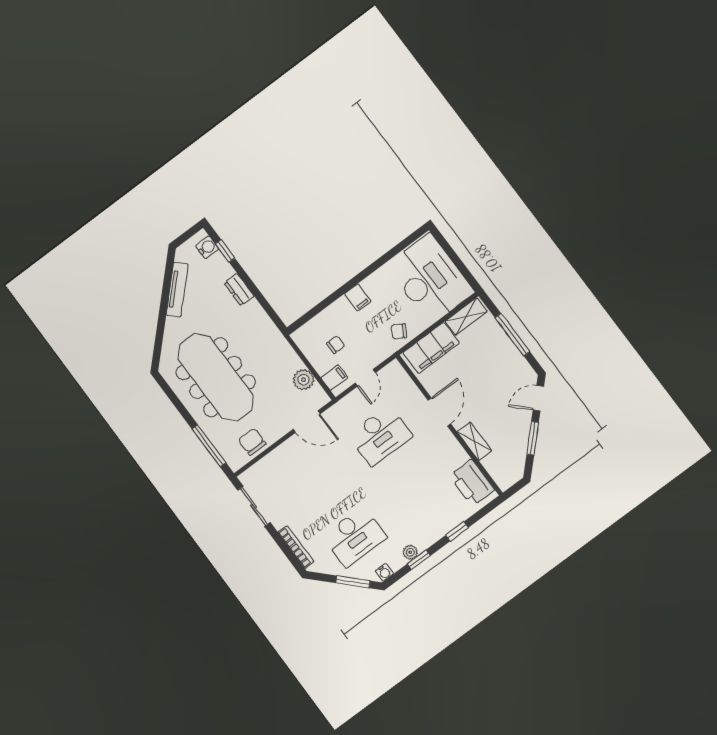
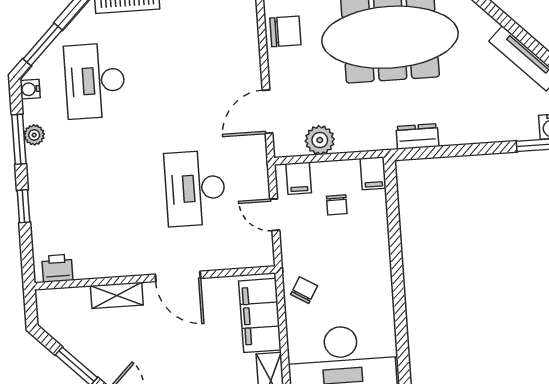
dresser: (239, 290) -> (417, 136), moved
filing cabinet: (358, 298) -> (373, 173), moved, turned -90
printer: (472, 483) -> (57, 268), width x0.53, depth x0.68
window: (419, 560) -> (19, 139), width x1.50

